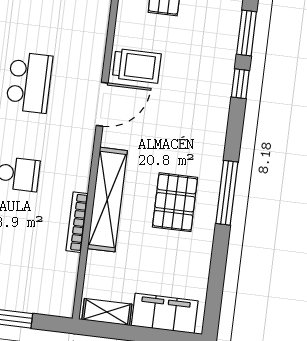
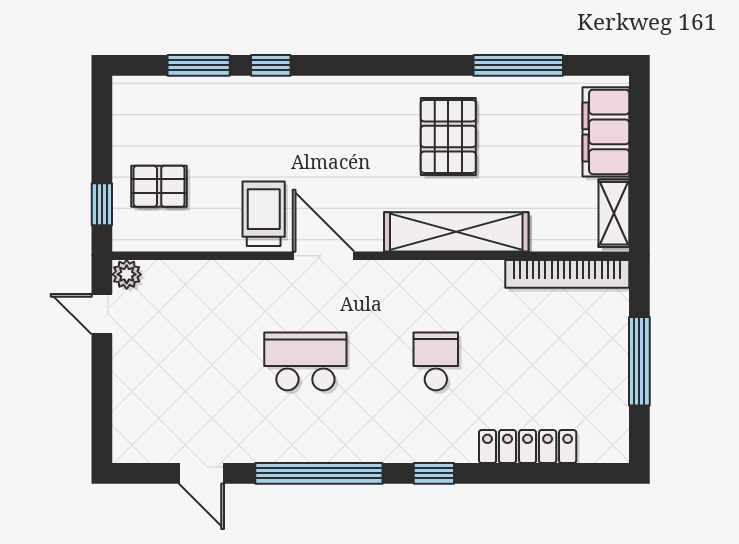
window: (227, 193) -> (518, 65), moved
pallet: (175, 202) -> (448, 136), turned 90
bookcase: (77, 222) -> (567, 274), moved, width x1.48, depth x1.31

